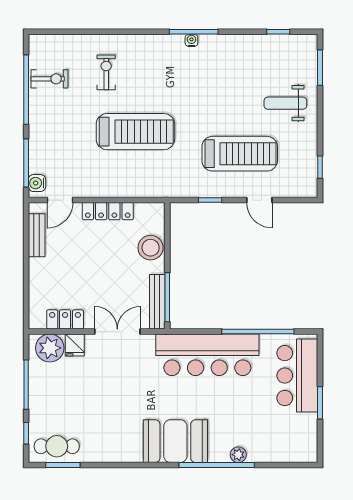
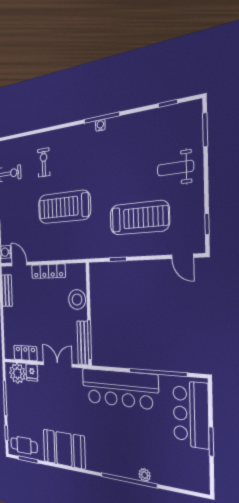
treadmill: (135, 132) -> (64, 207), turned 180
door: (60, 200) -> (19, 264), swing flipped
door: (259, 200) -> (183, 256), moved
booth: (175, 441) -> (64, 449), moved

